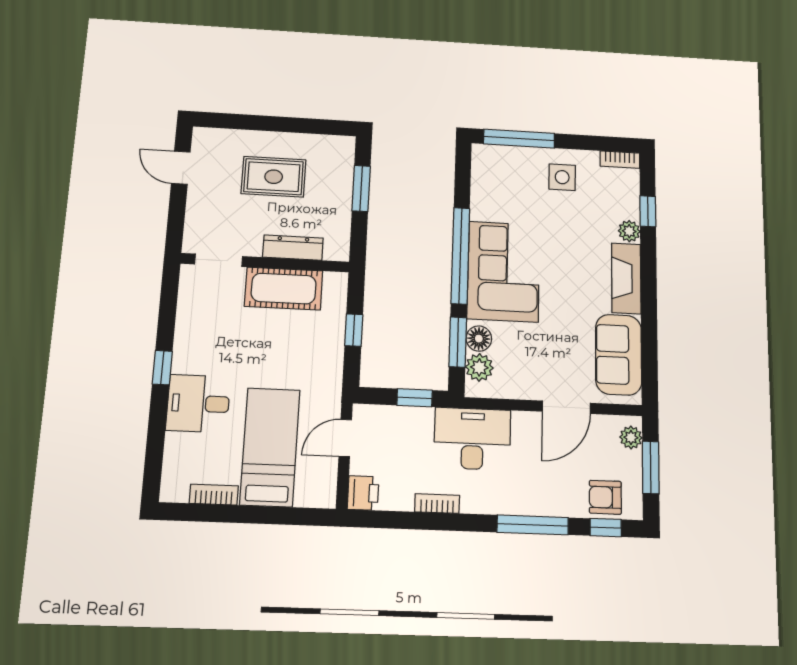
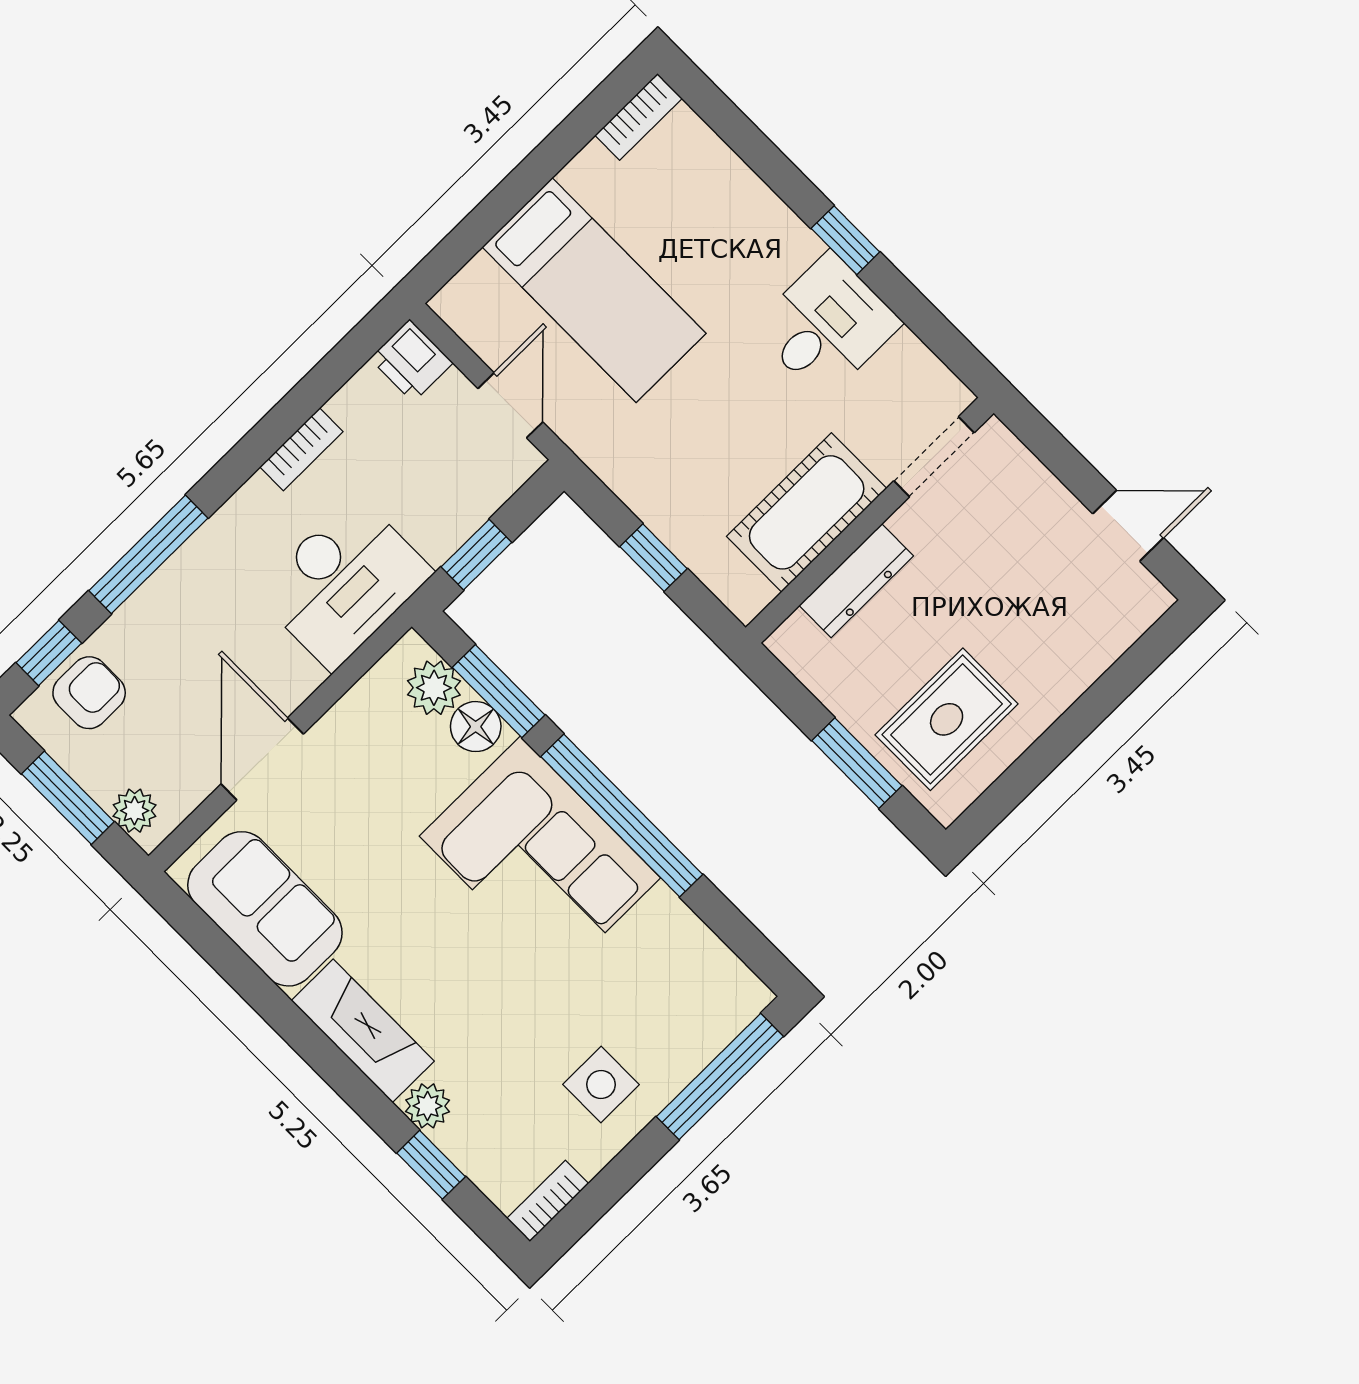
rug: (274, 177) -> (947, 719), moved
desk: (198, 403) -> (827, 326), moved
bookcase: (214, 495) -> (639, 117), moved

